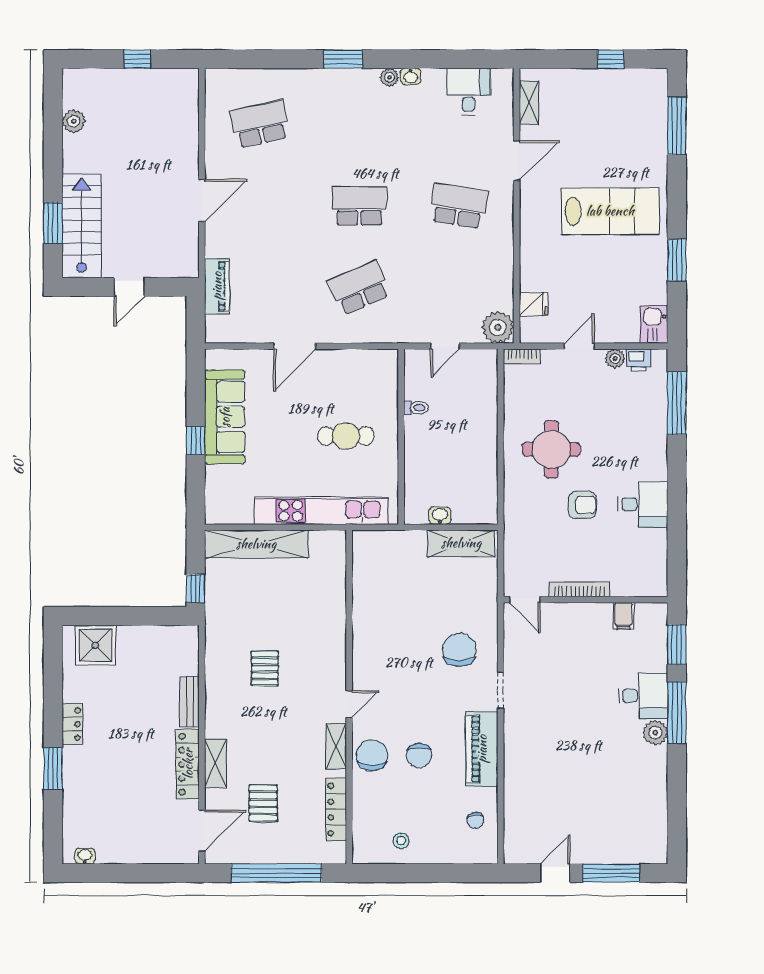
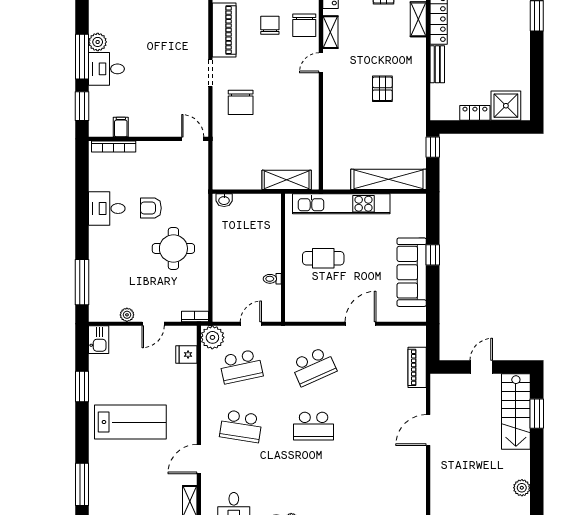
school desk: (260, 124) -> (241, 366), moved
lab bench: (610, 211) -> (130, 422), turned 180
printer: (639, 360) -> (110, 314), removed
washbasin: (440, 516) -> (224, 200), moved
shelving: (461, 543) -> (287, 180), moved
bookcase: (579, 589) -> (114, 147), moved
locker: (72, 724) -> (475, 113), moved, turned 90

